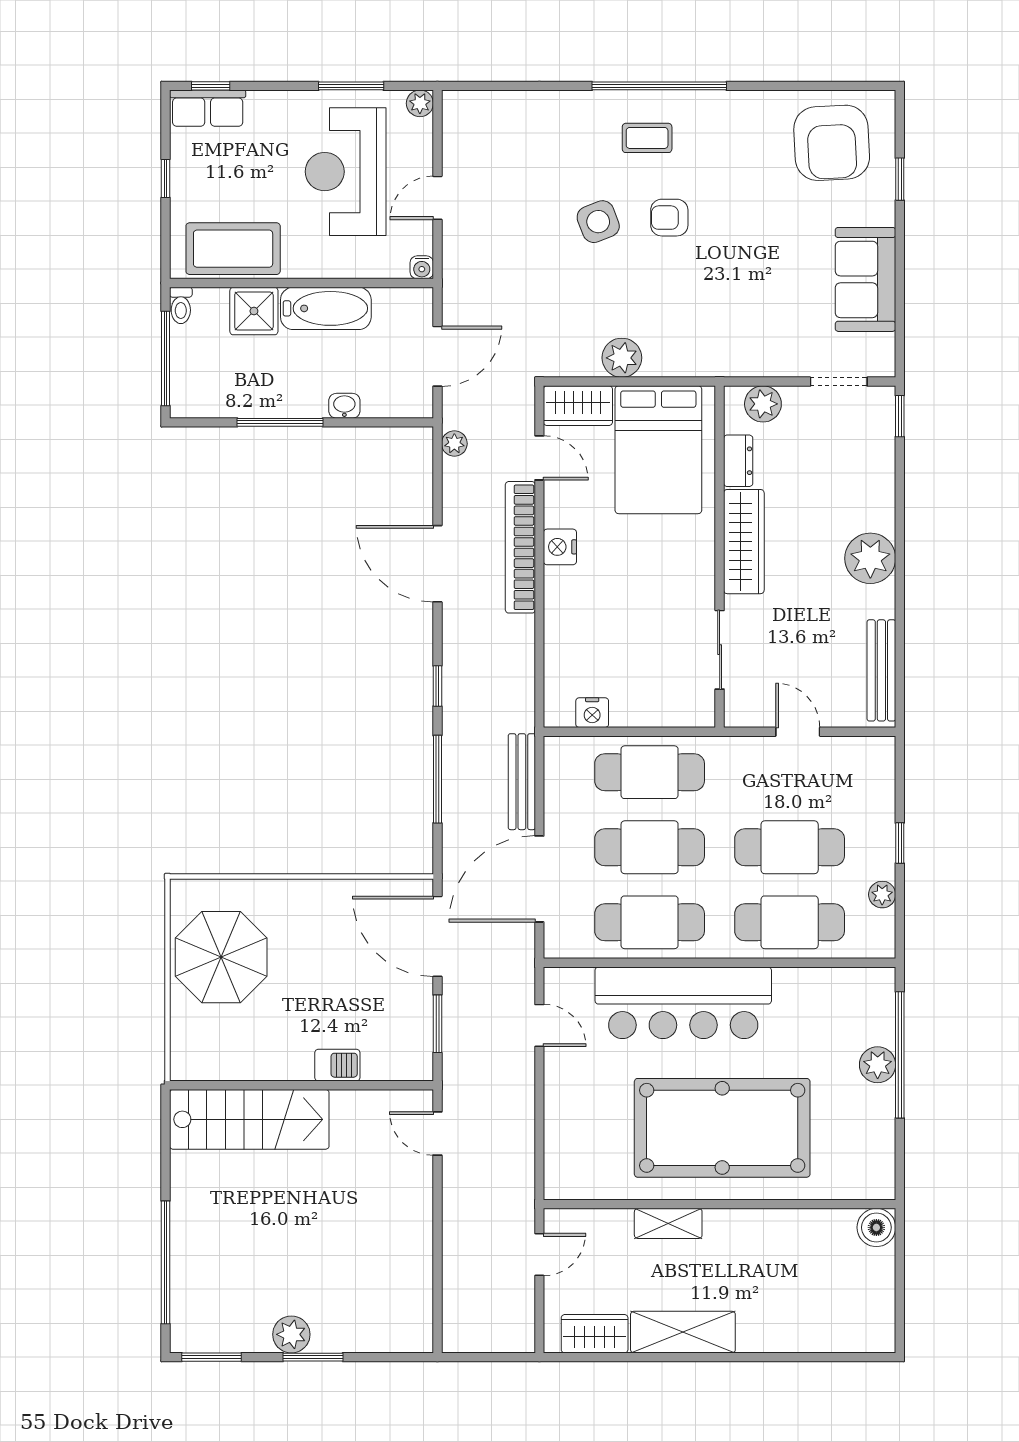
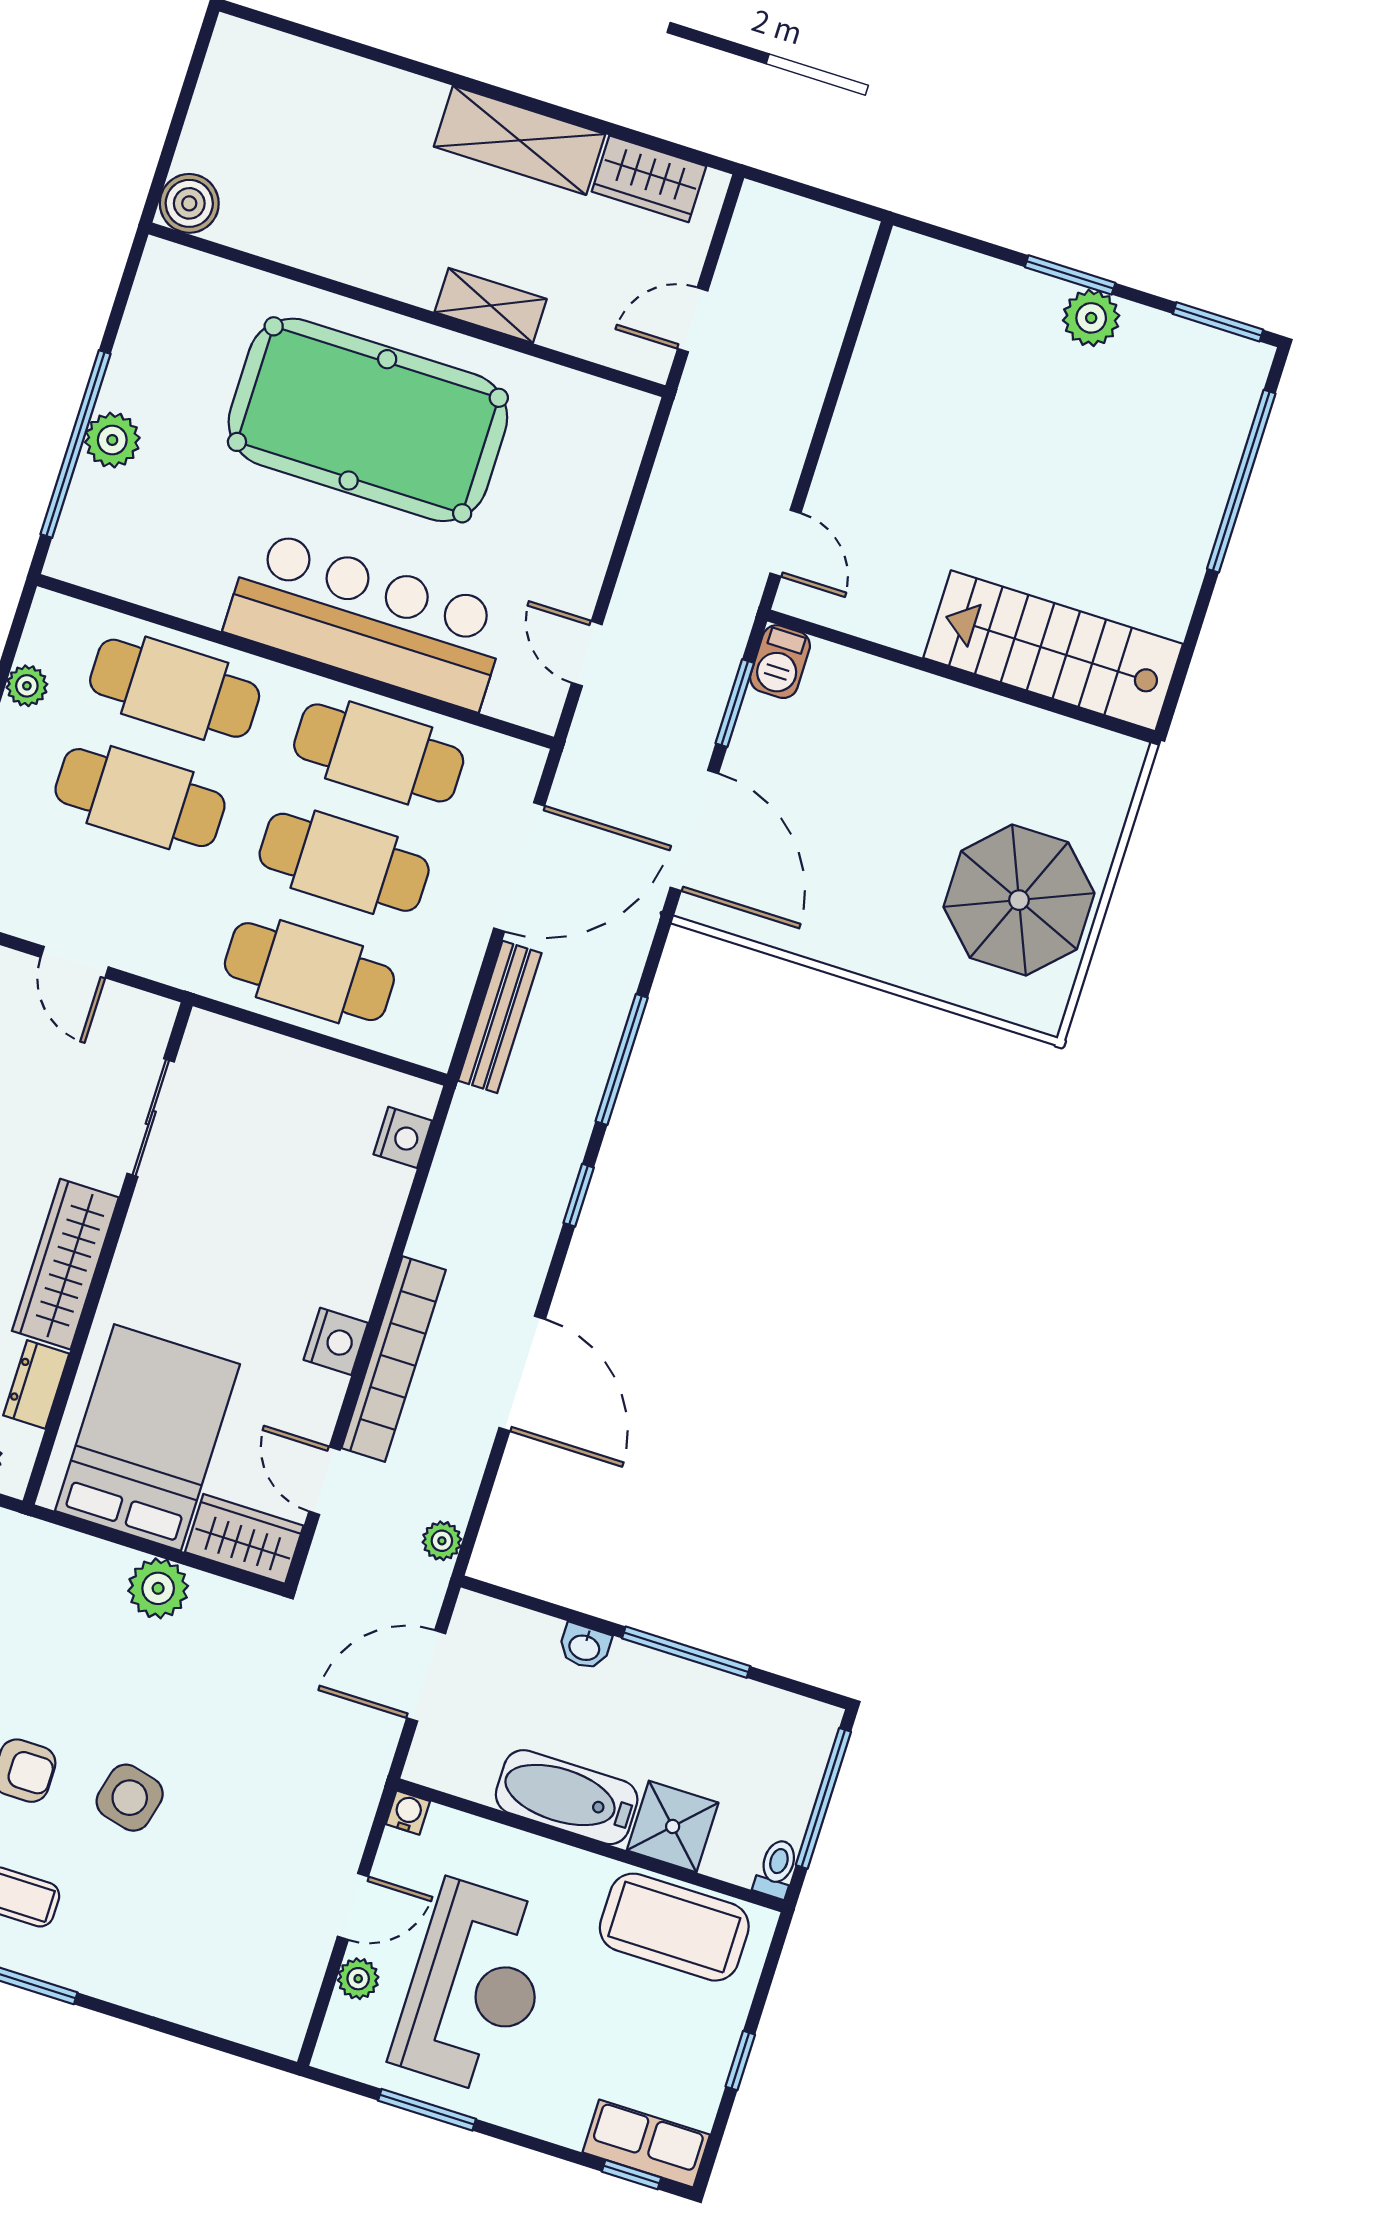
plant: (420, 103) -> (358, 1979), moved
side table: (598, 222) -> (130, 1798), turned 35
nightstand: (592, 713) -> (403, 1137), moved, turned 90
barbecue: (337, 1065) -> (780, 662), moved, turned -90

